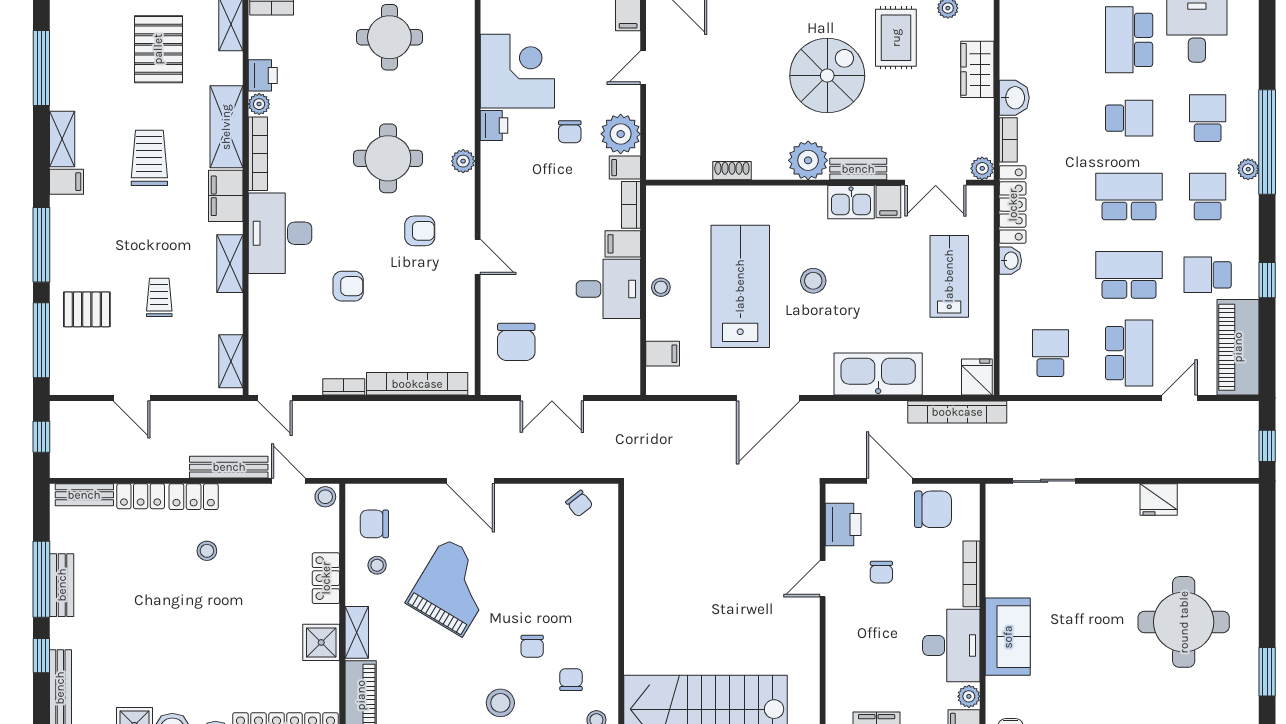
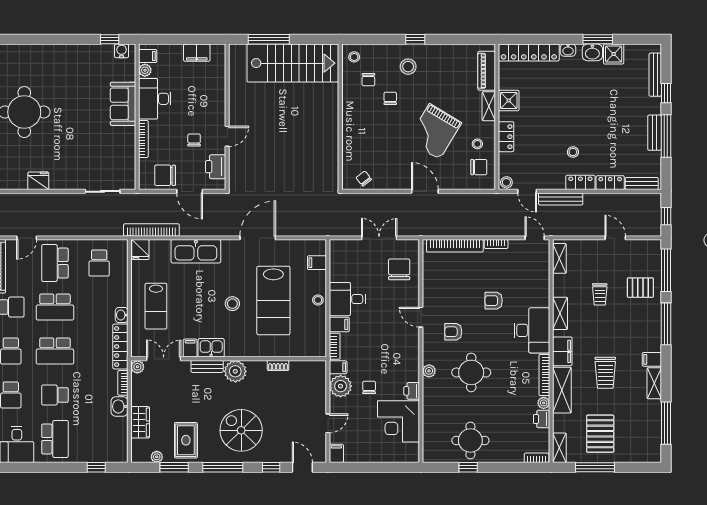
spiral stairs: (827, 76) -> (241, 430), moved, turned 90

